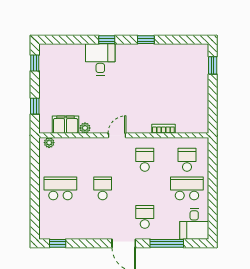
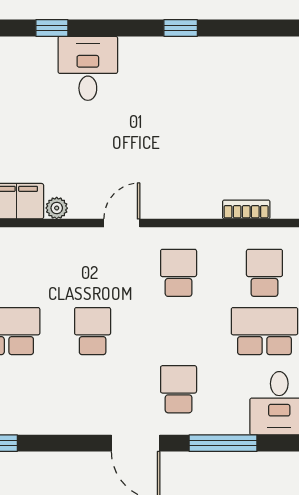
window: (107, 40) -> (52, 28), moved
bookcase: (163, 129) -> (246, 209), moved

